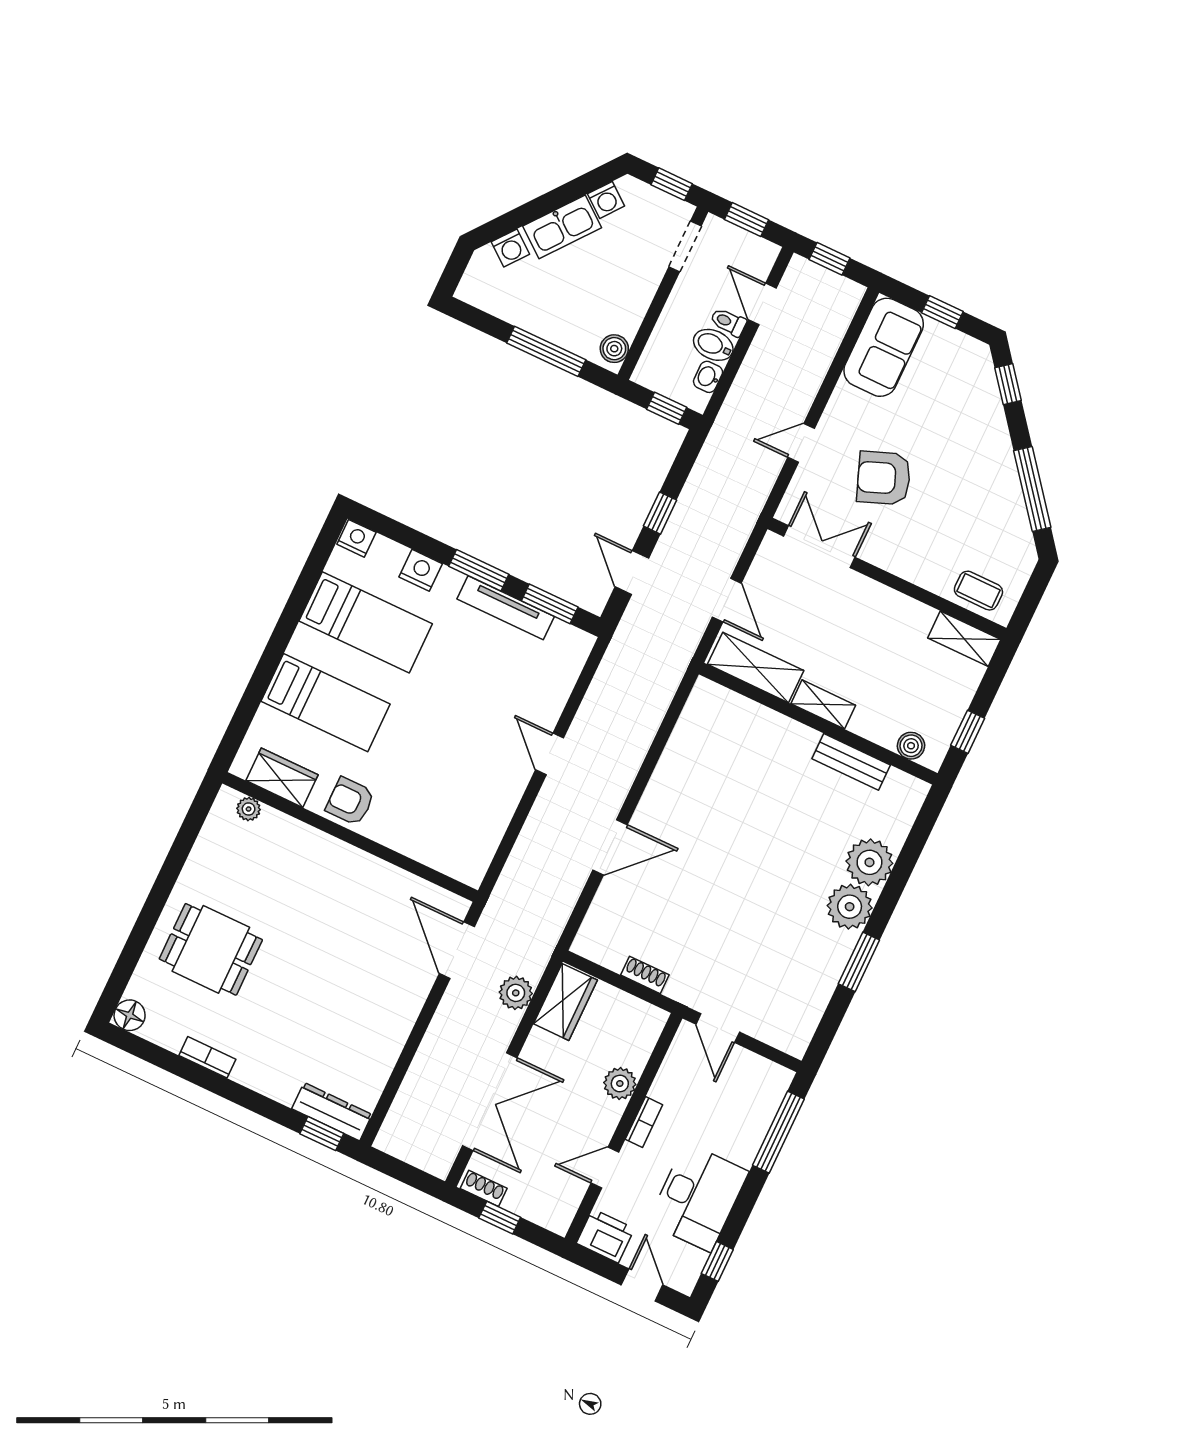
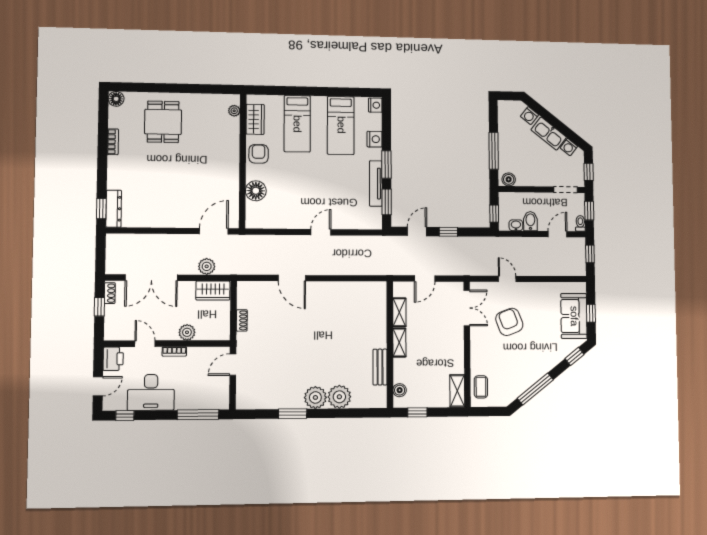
toilet: (728, 322) -> (580, 223), moved
sofa: (884, 347) -> (574, 316), moved, turned 90
shelving: (756, 667) -> (399, 312), width x0.67, depth x0.75
floor lamp: (417, 838) -> (256, 191), added

